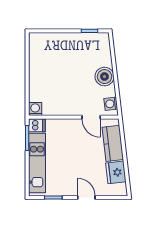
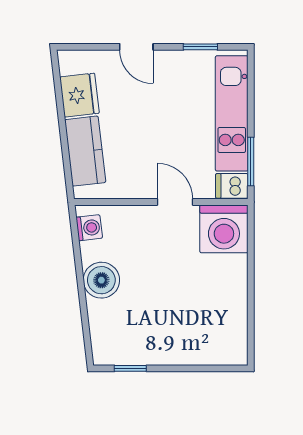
washing machine: (35, 109) -> (224, 229), width x1.89, depth x1.89
door: (91, 117) -> (175, 202), moved

